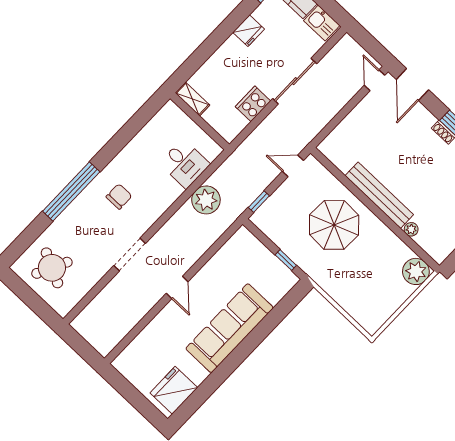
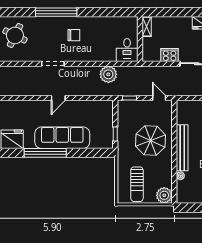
desk: (185, 164) -> (127, 50), moved
sun lounger: (371, 292) -> (137, 184), added
window: (228, 366) -> (45, 153), added

